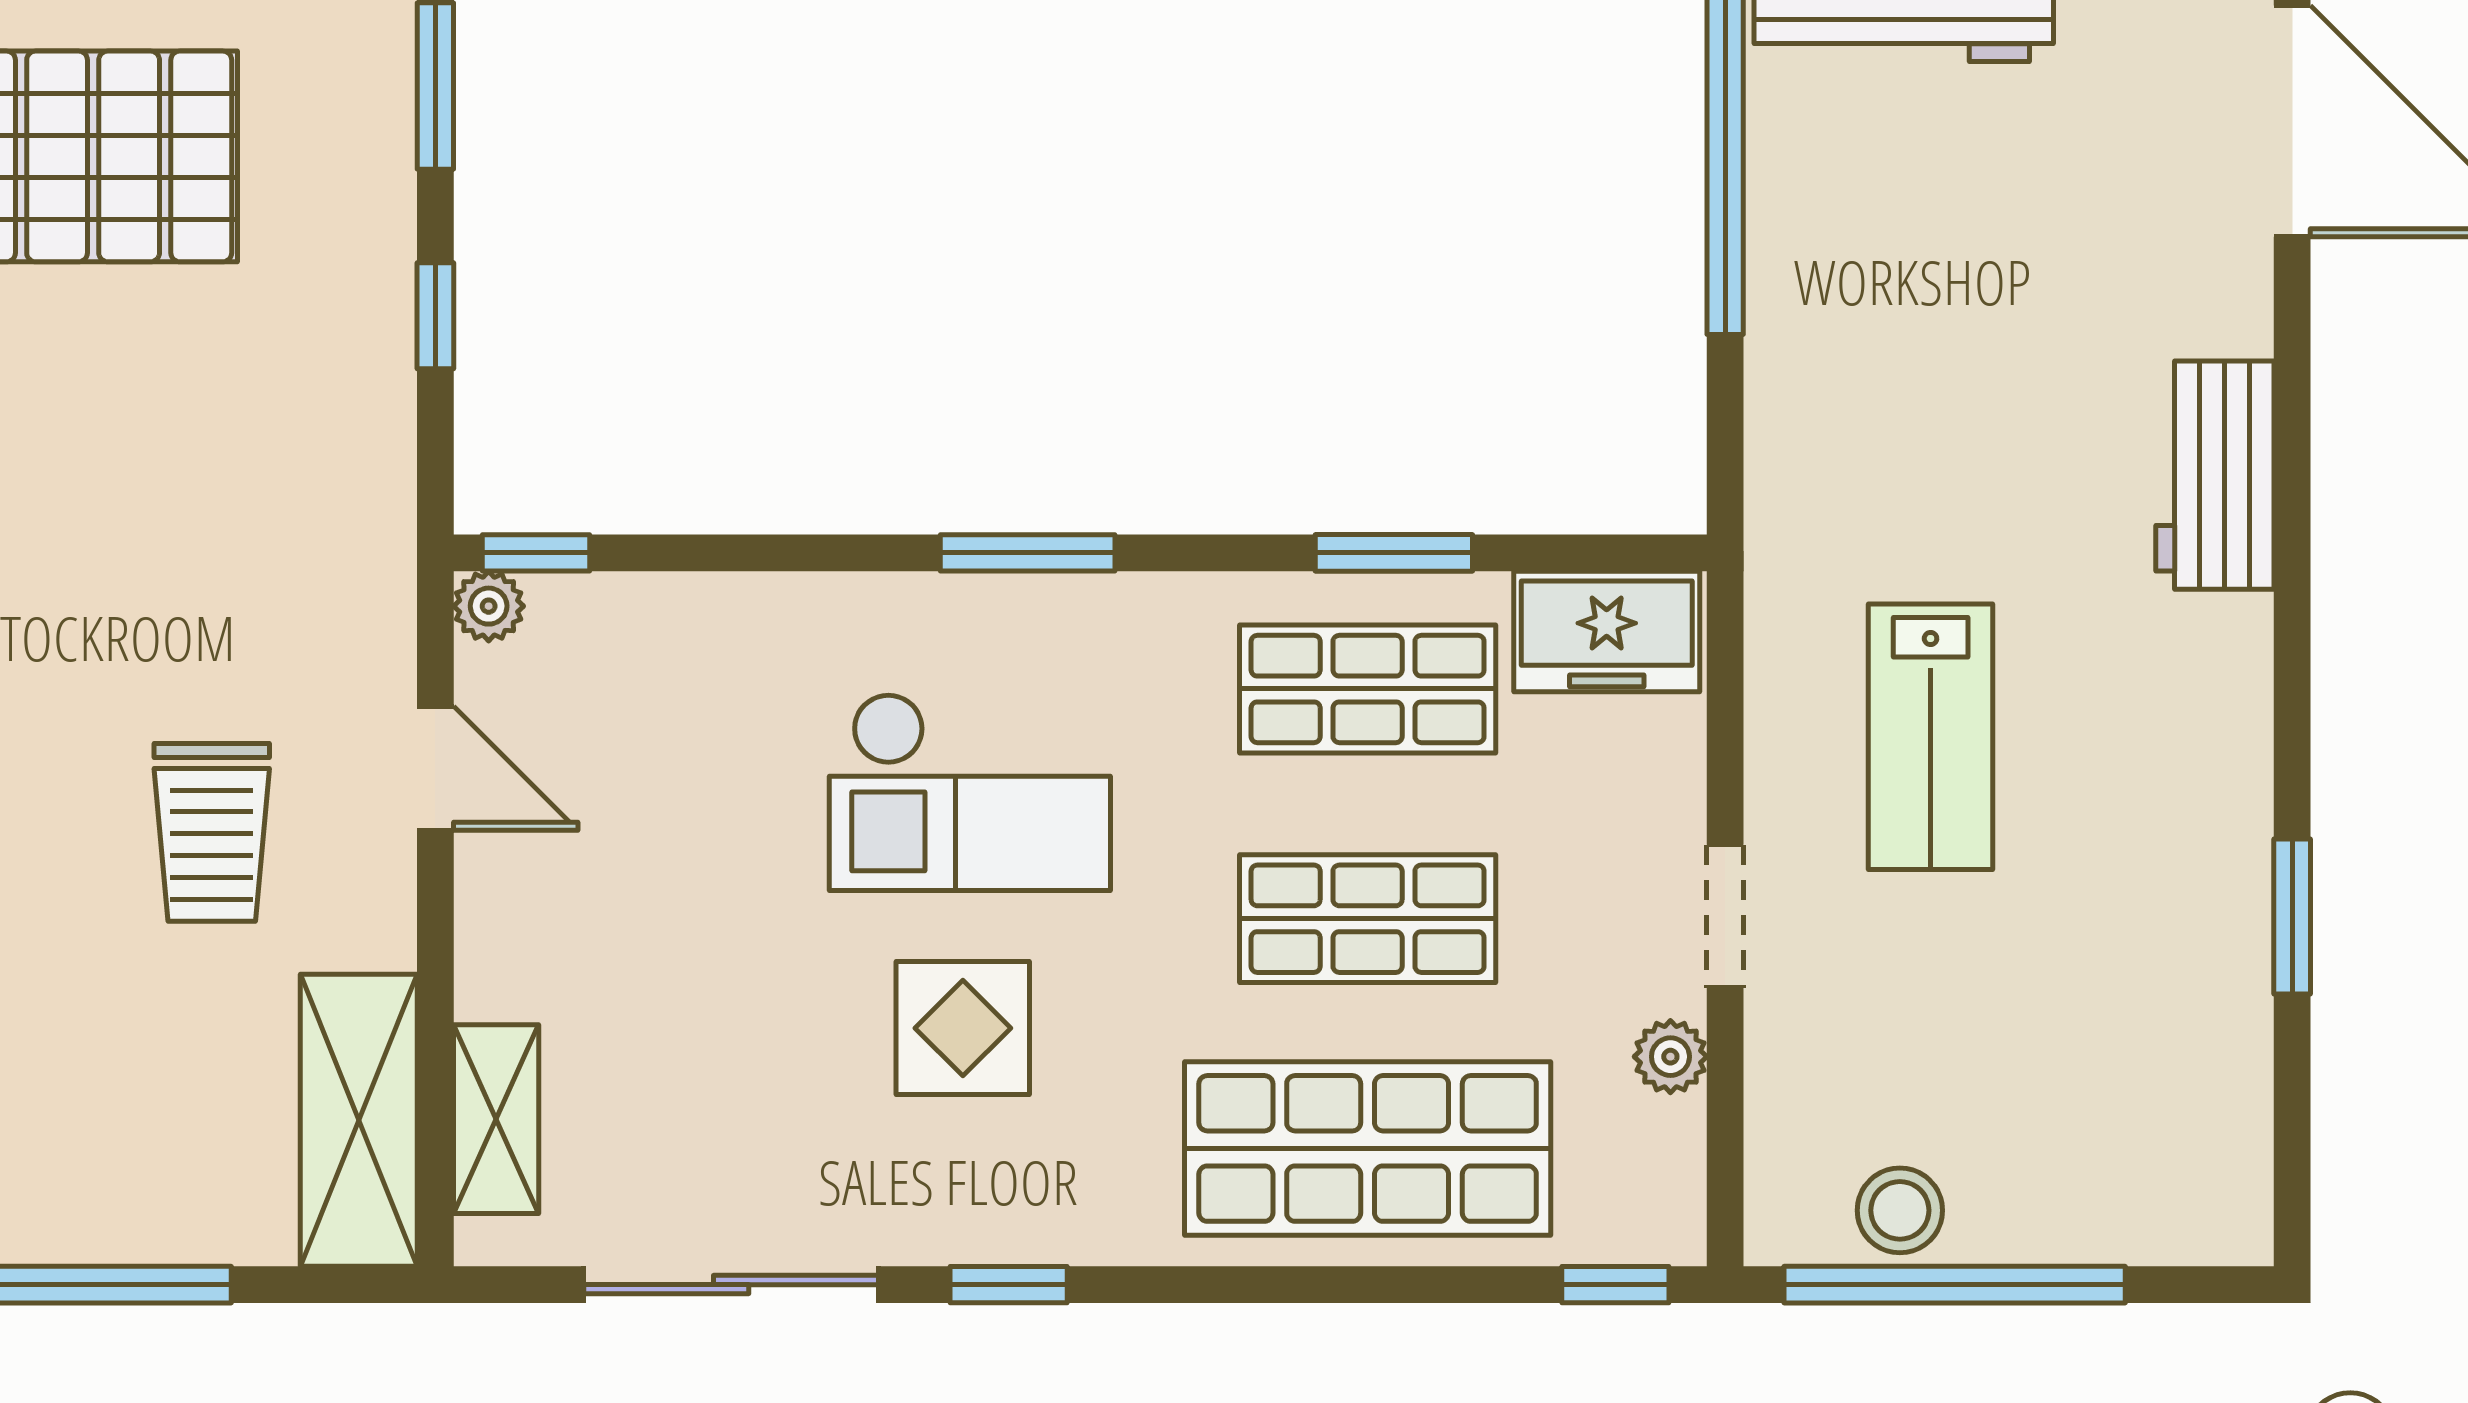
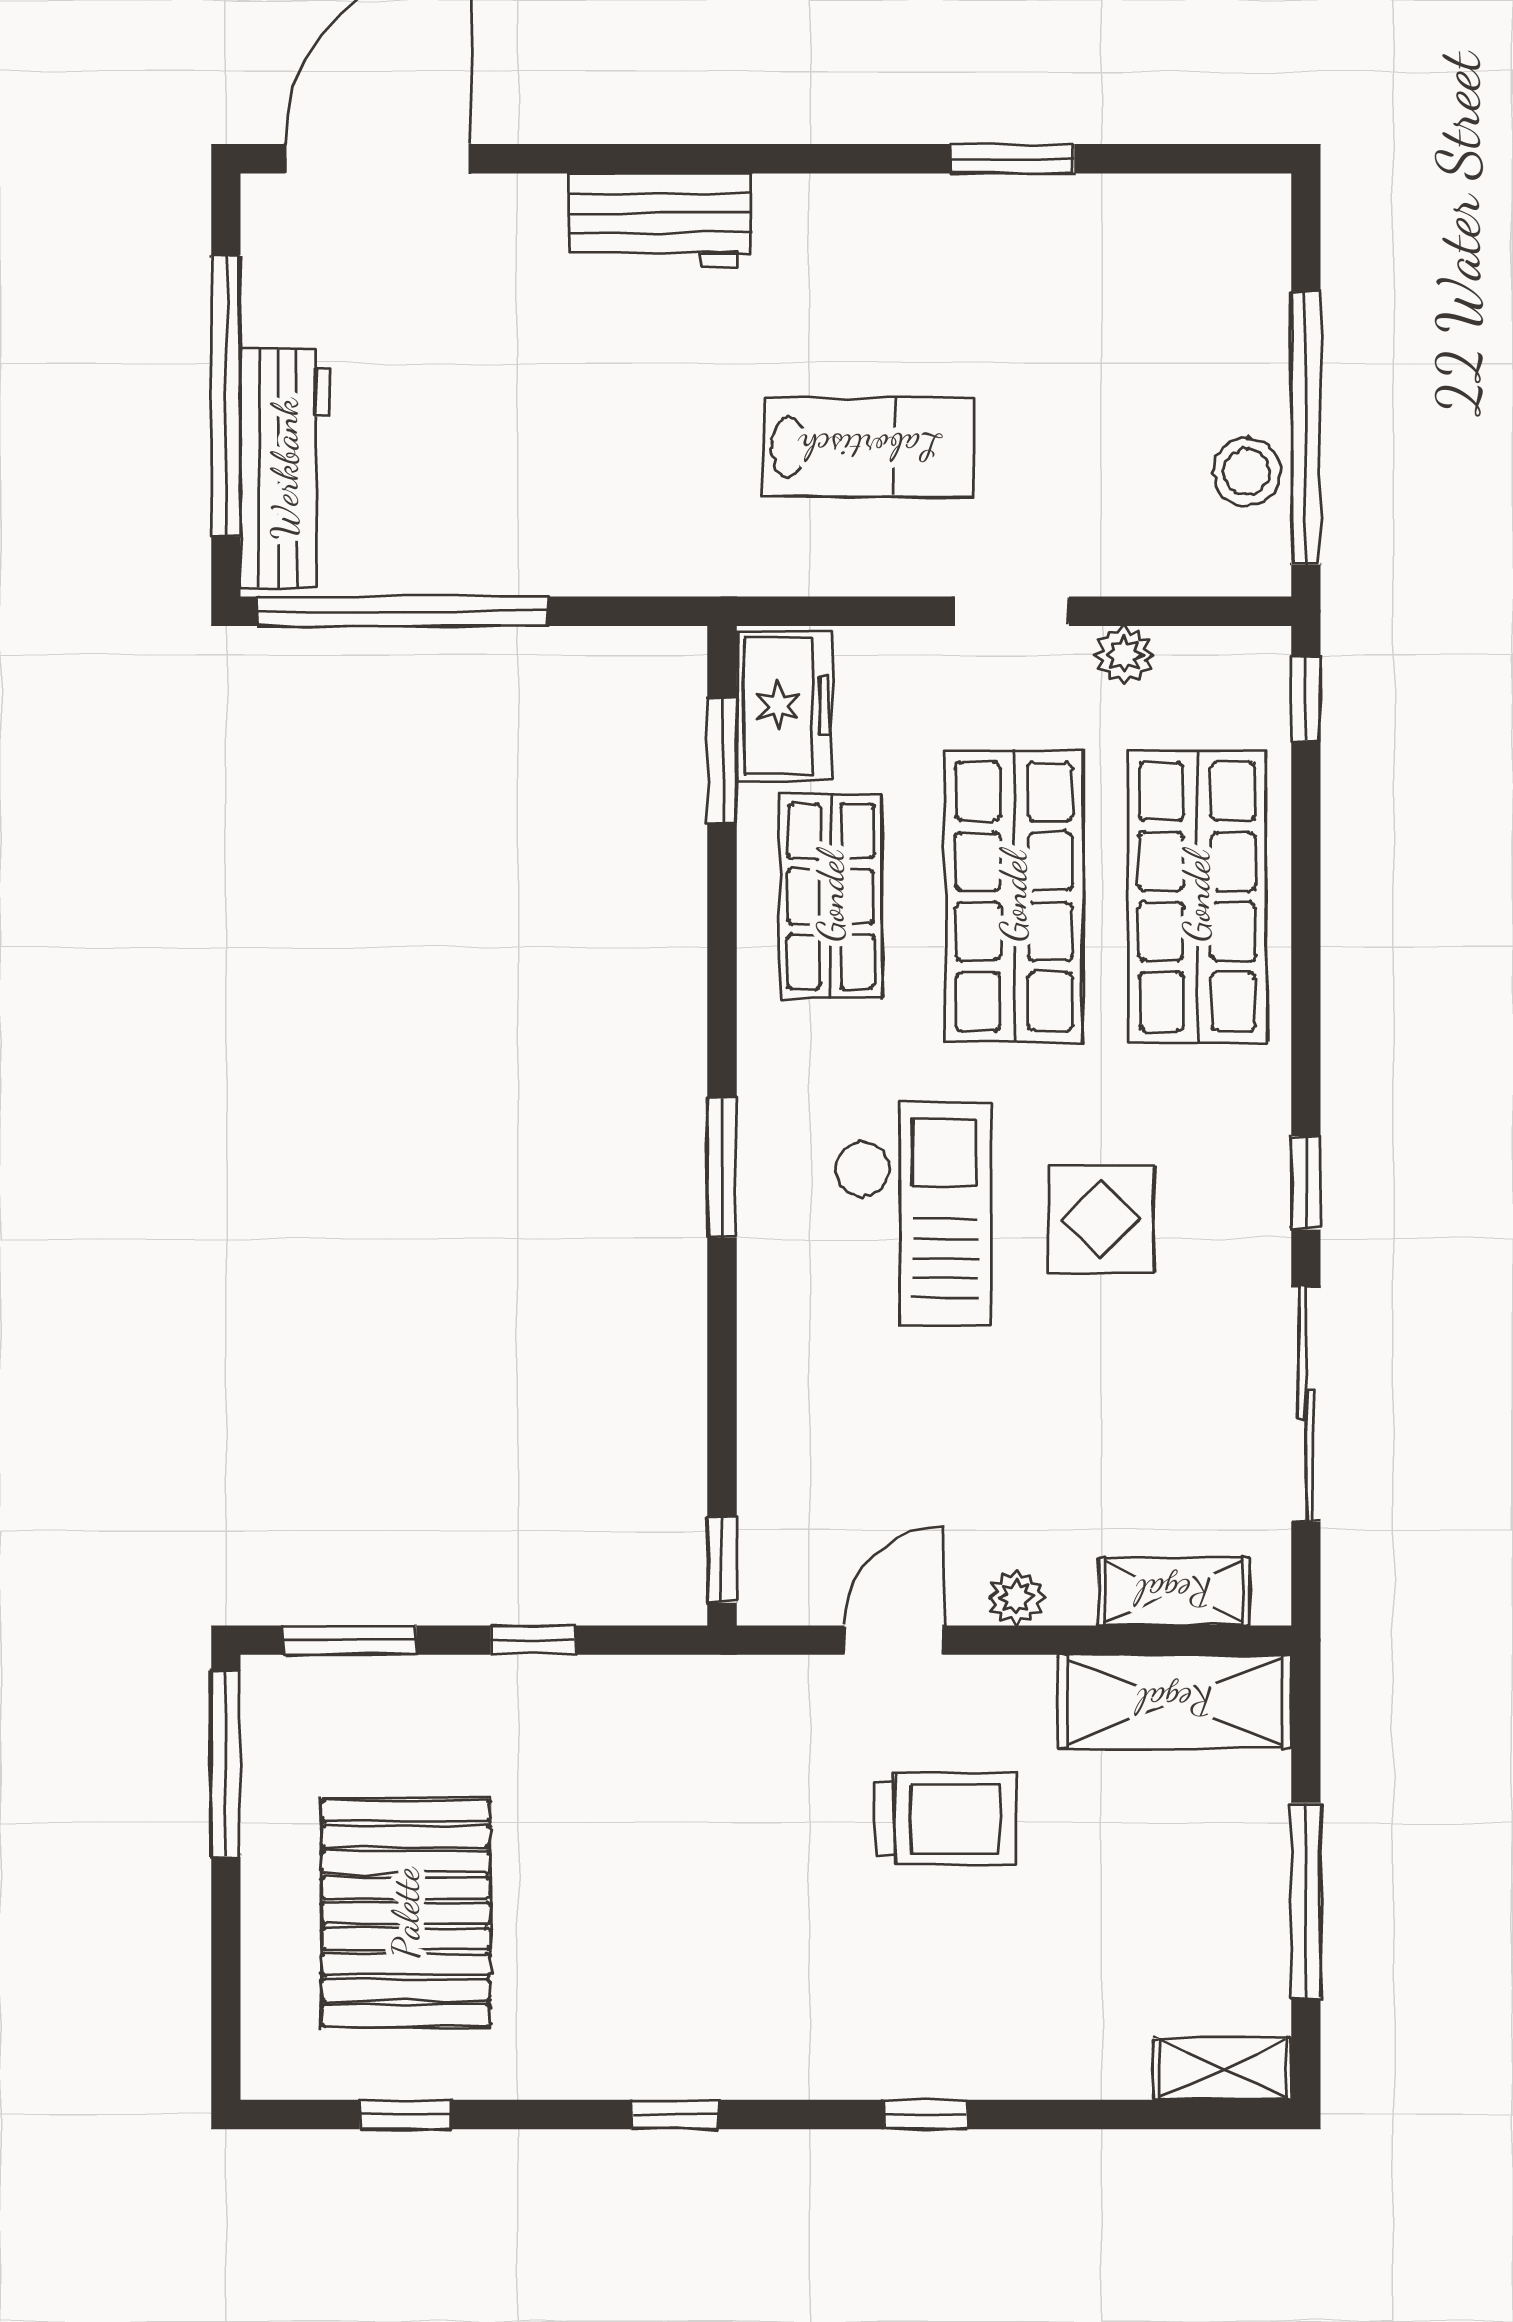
window: (1394, 553) -> (722, 761), moved
plant: (489, 606) -> (1016, 1598), moved
shop shelf: (1368, 919) -> (1014, 896), width x1.43, depth x1.36

